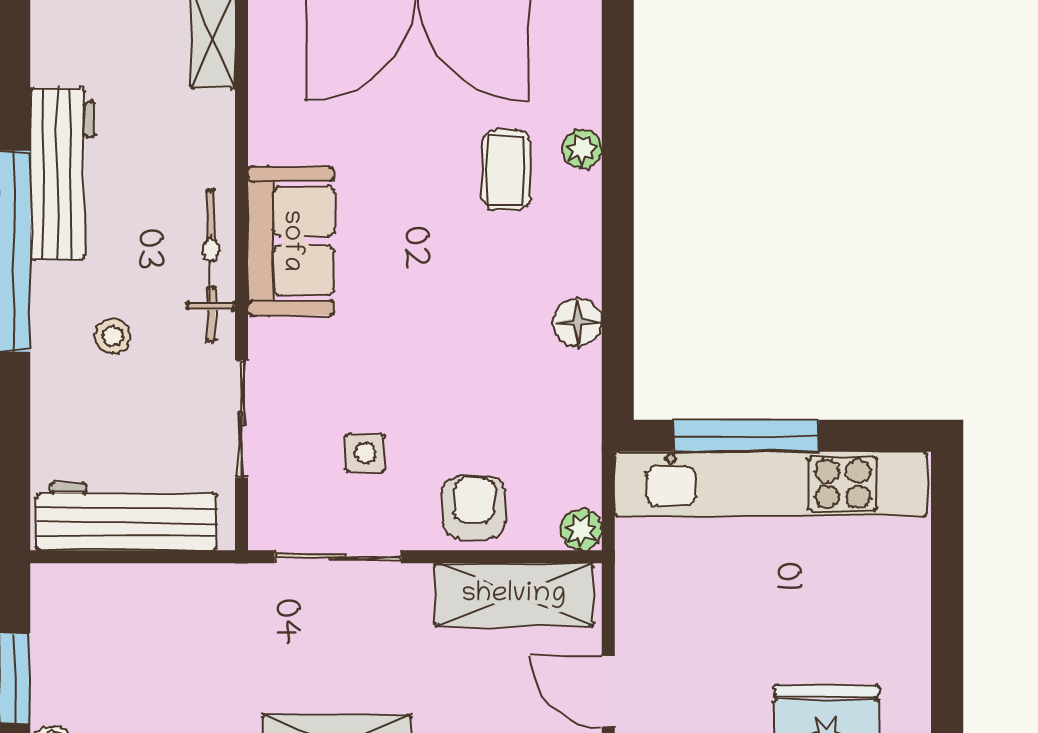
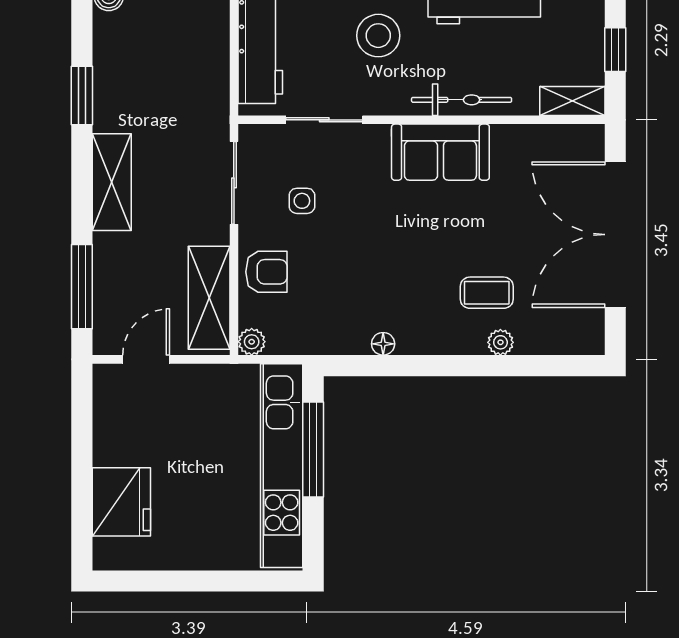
bicycle: (211, 266) -> (462, 100), moved
floor lamp: (578, 322) -> (383, 344), width x0.73, depth x0.73
stool: (113, 336) -> (378, 36), width x1.89, depth x1.89

